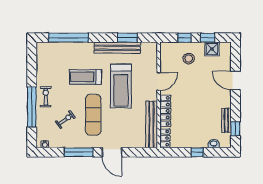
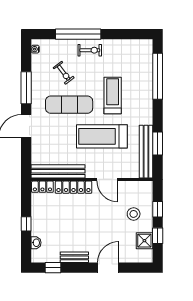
bench: (117, 48) -> (146, 152), moved
bench: (226, 120) -> (74, 257), moved

